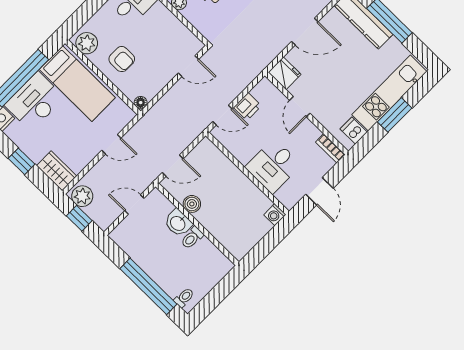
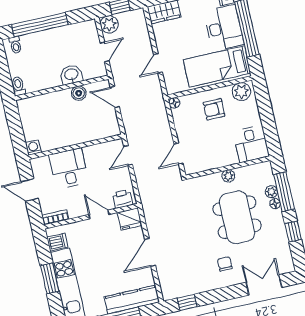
printer: (247, 107) -> (123, 199), moved, turned 90
door: (173, 166) -> (115, 97), hinge flipped
plant: (82, 196) -> (109, 24), moved
toilet: (192, 238) -> (18, 86), moved

